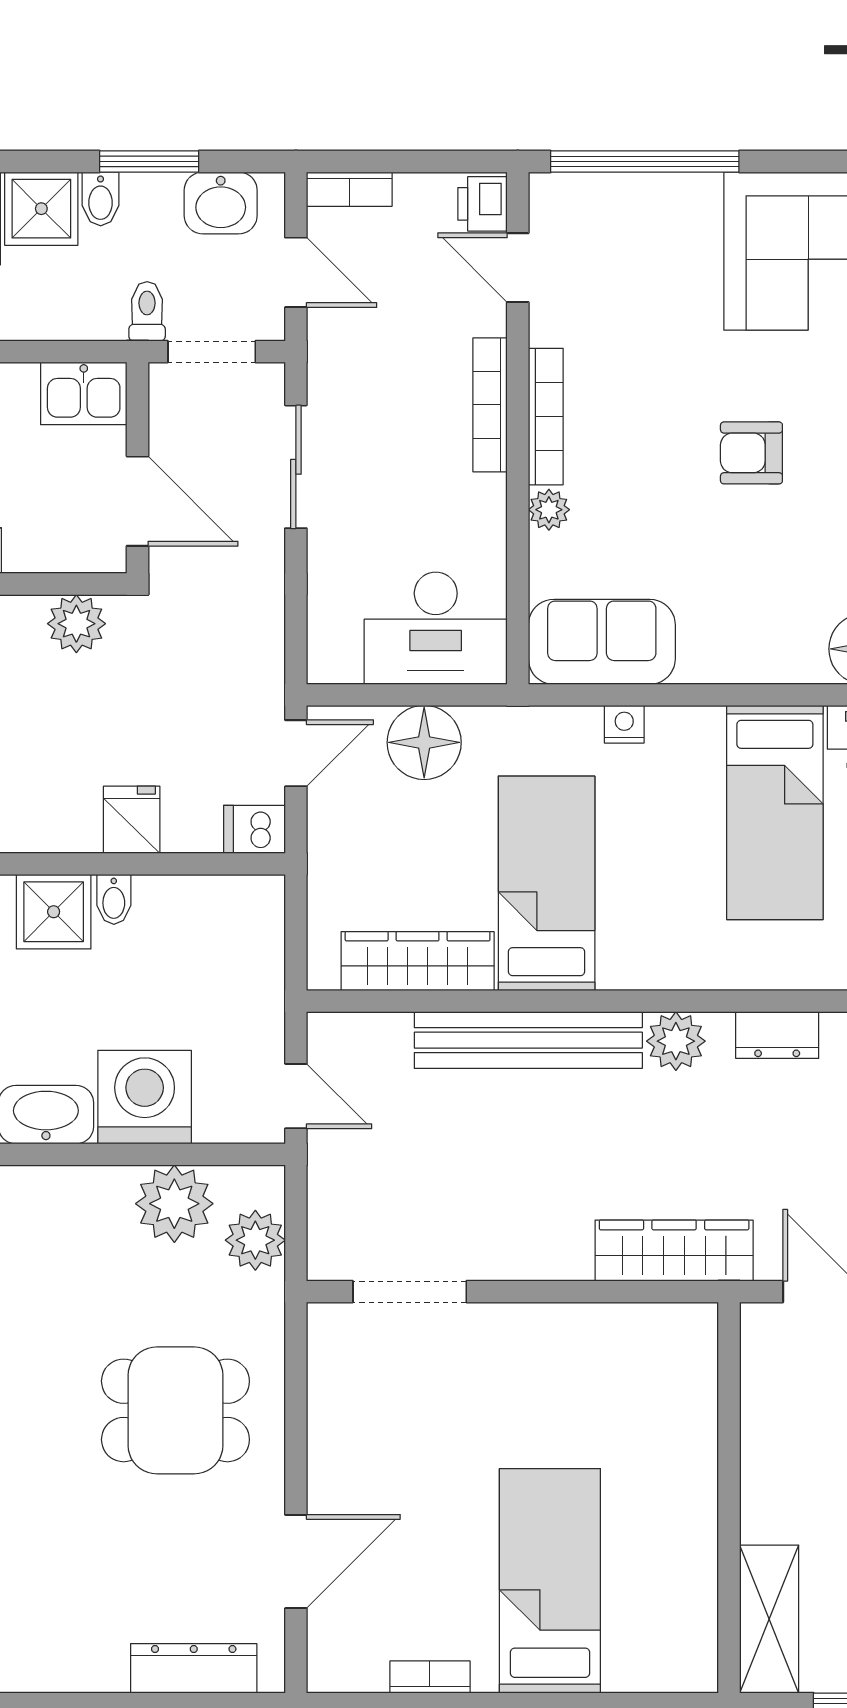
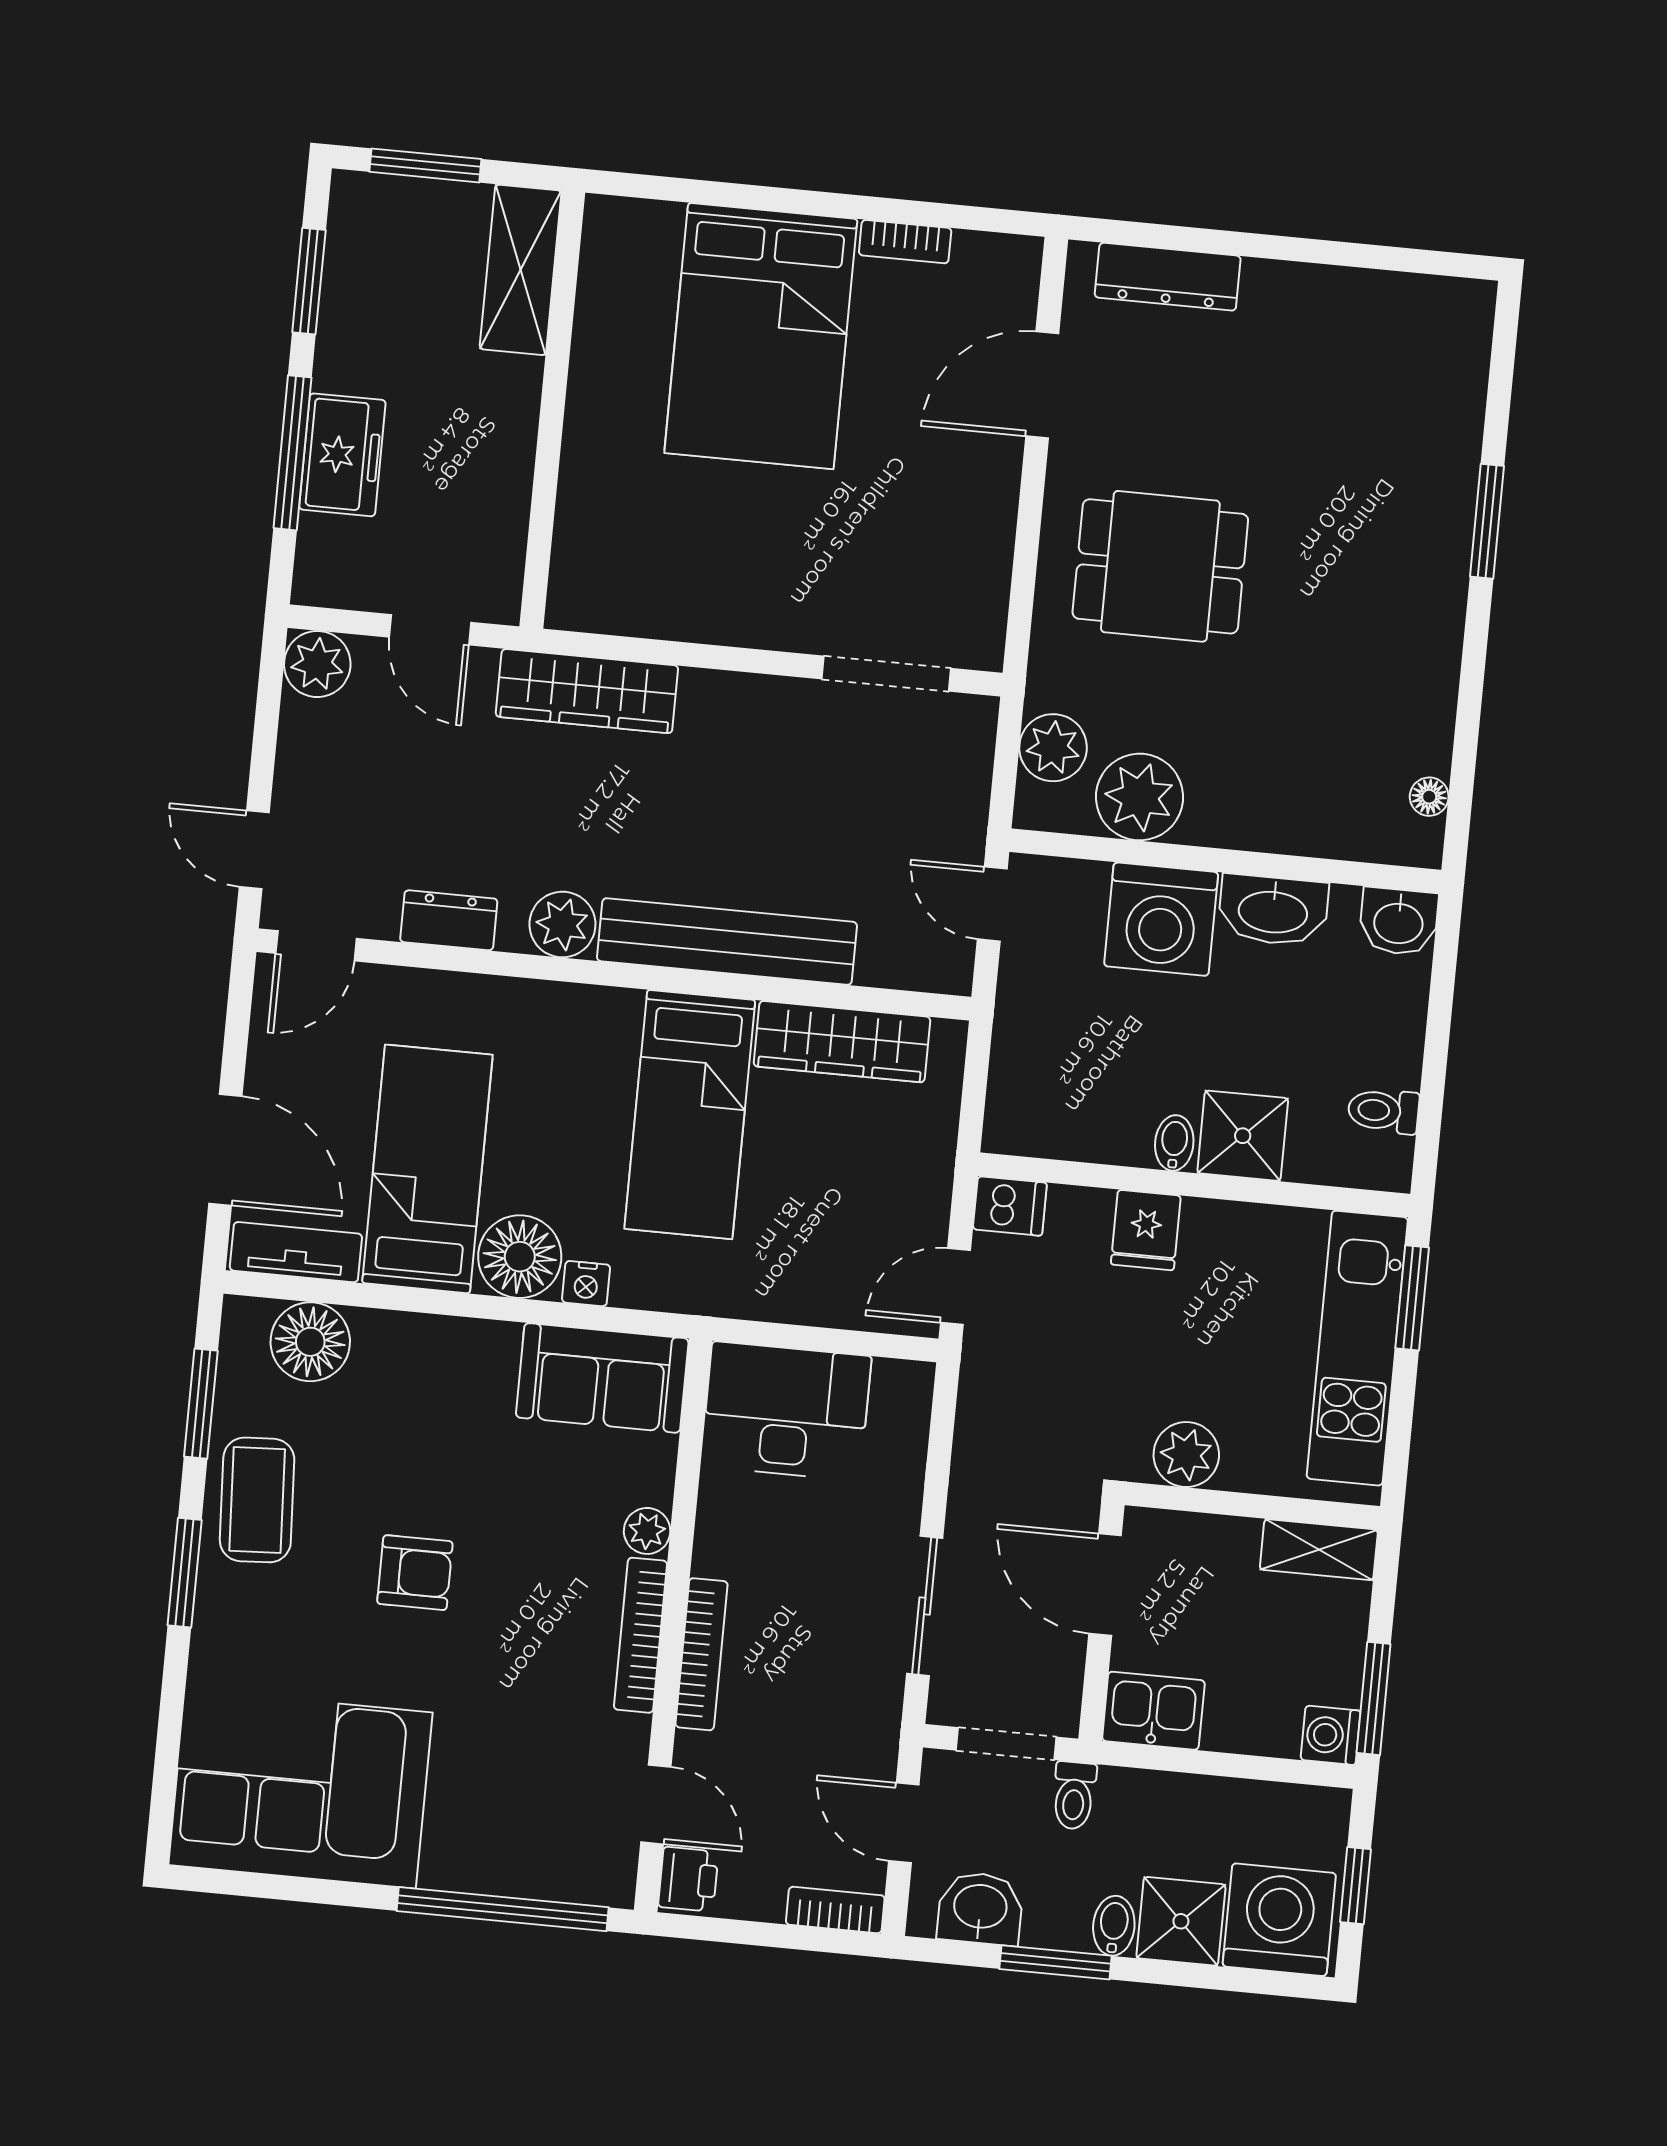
floor lamp: (424, 742) -> (520, 1257), moved
bed: (550, 1581) -> (761, 336), width x1.50

